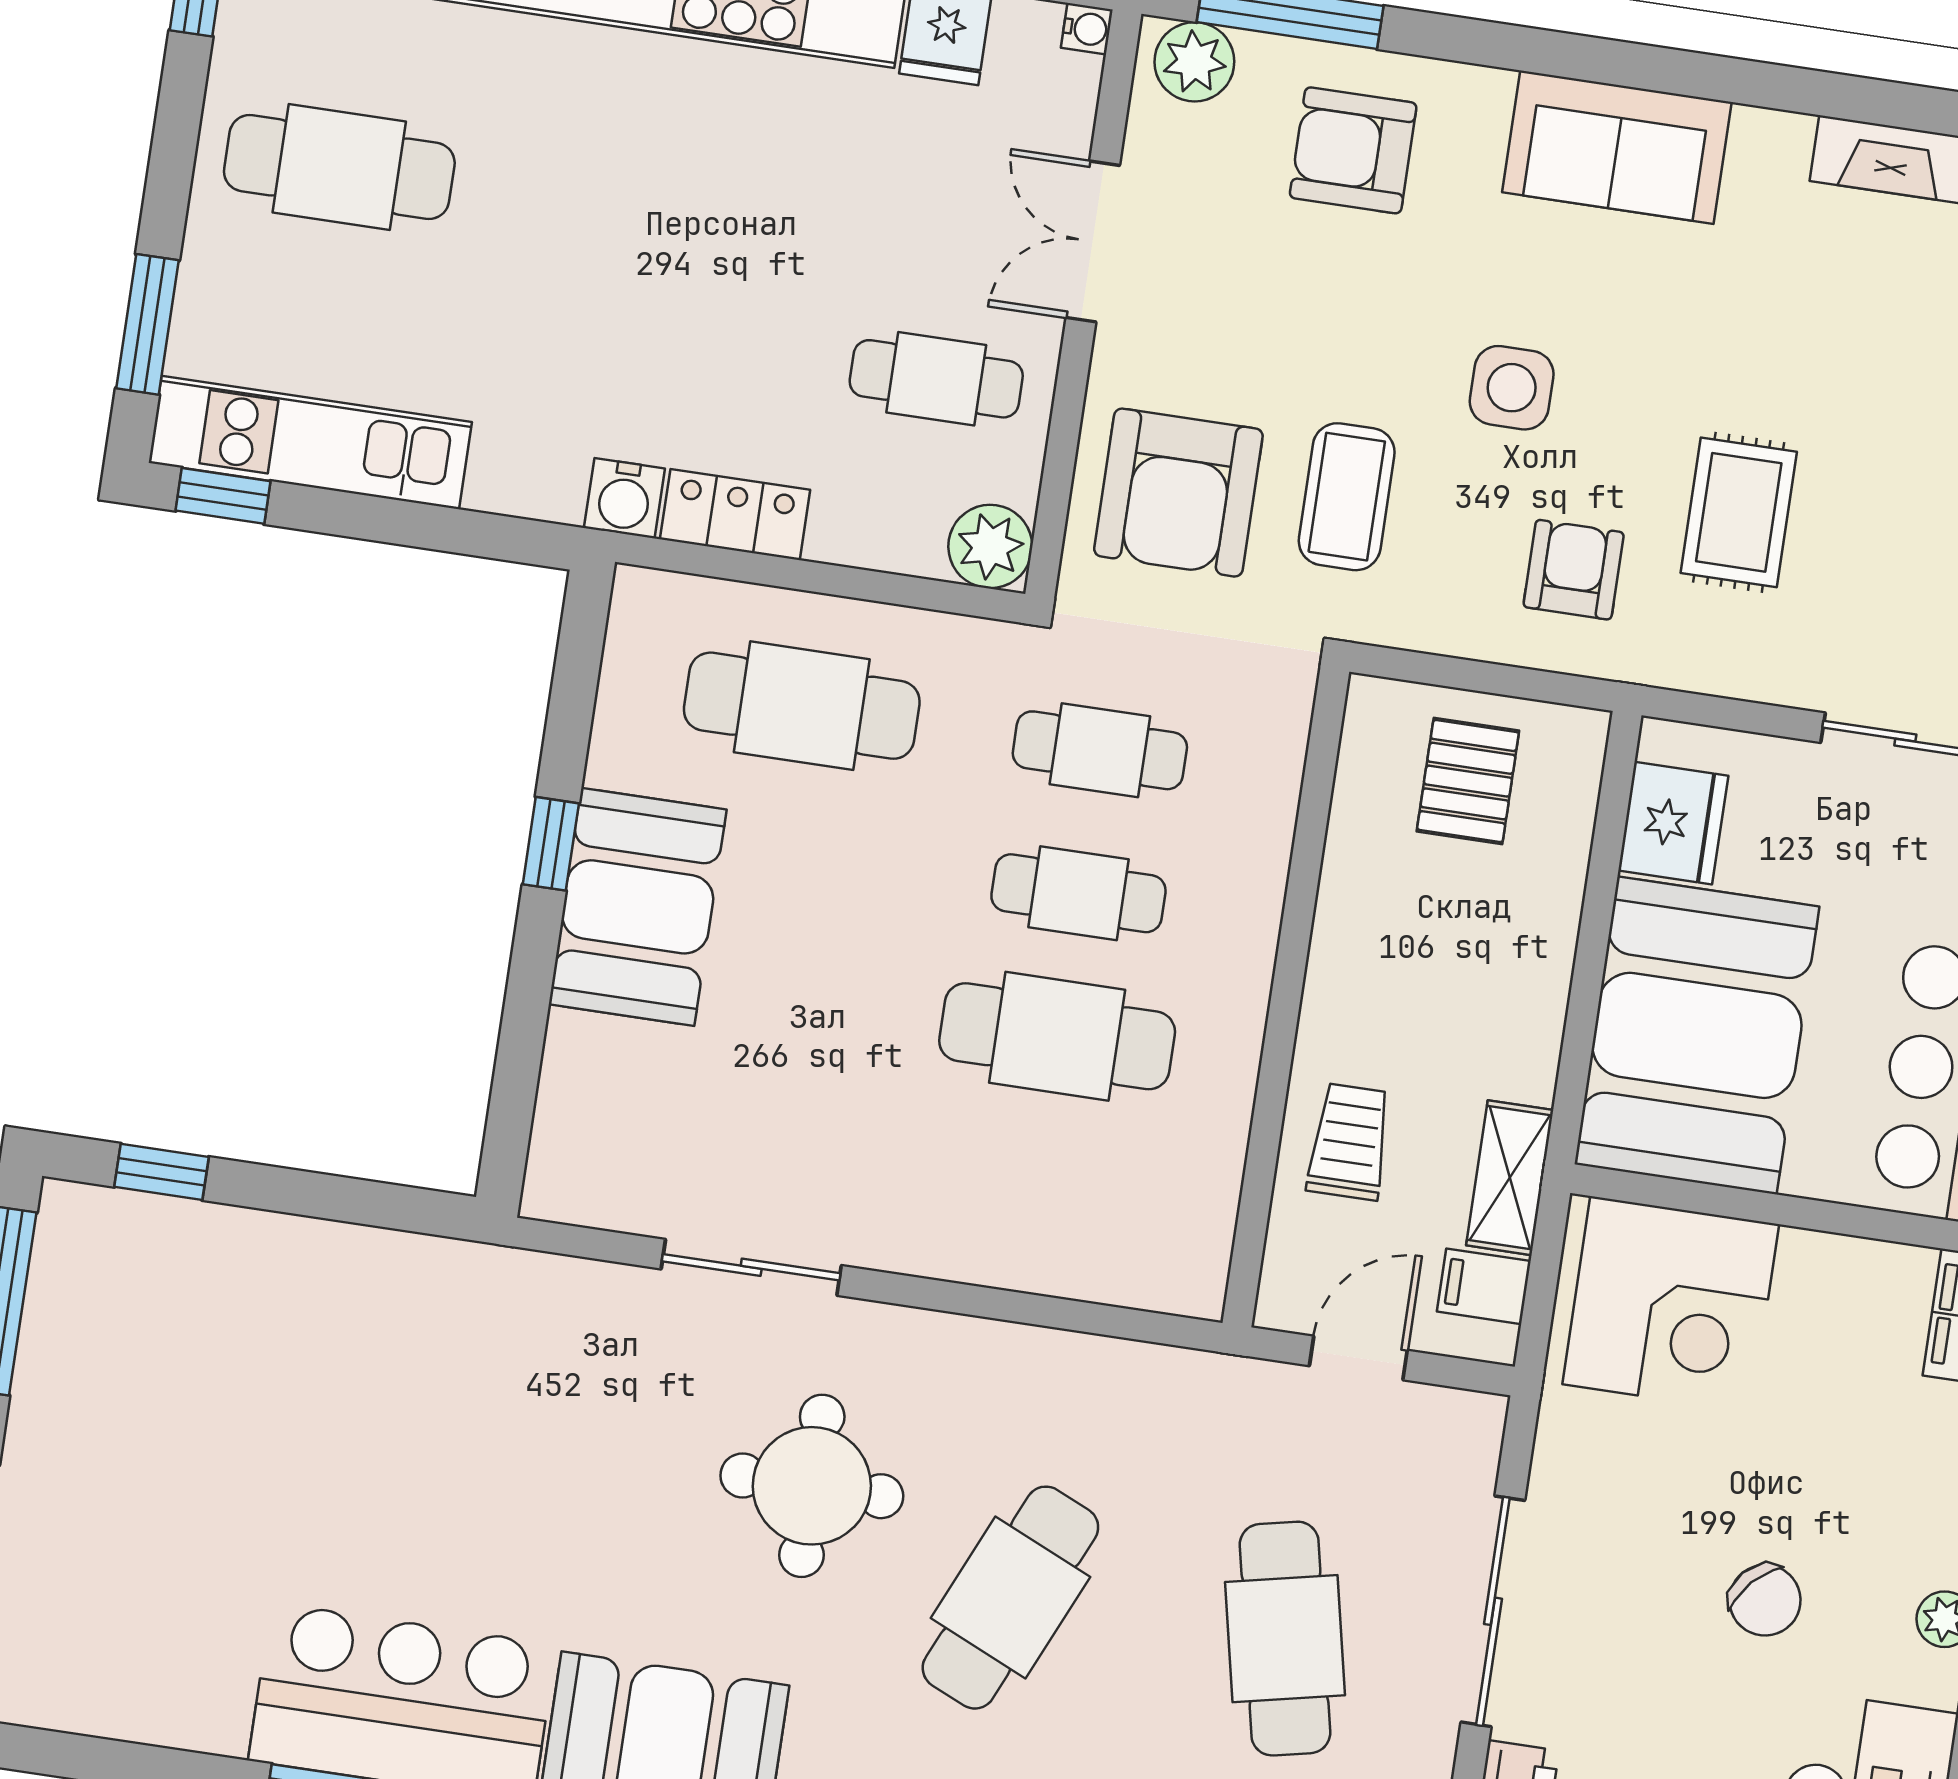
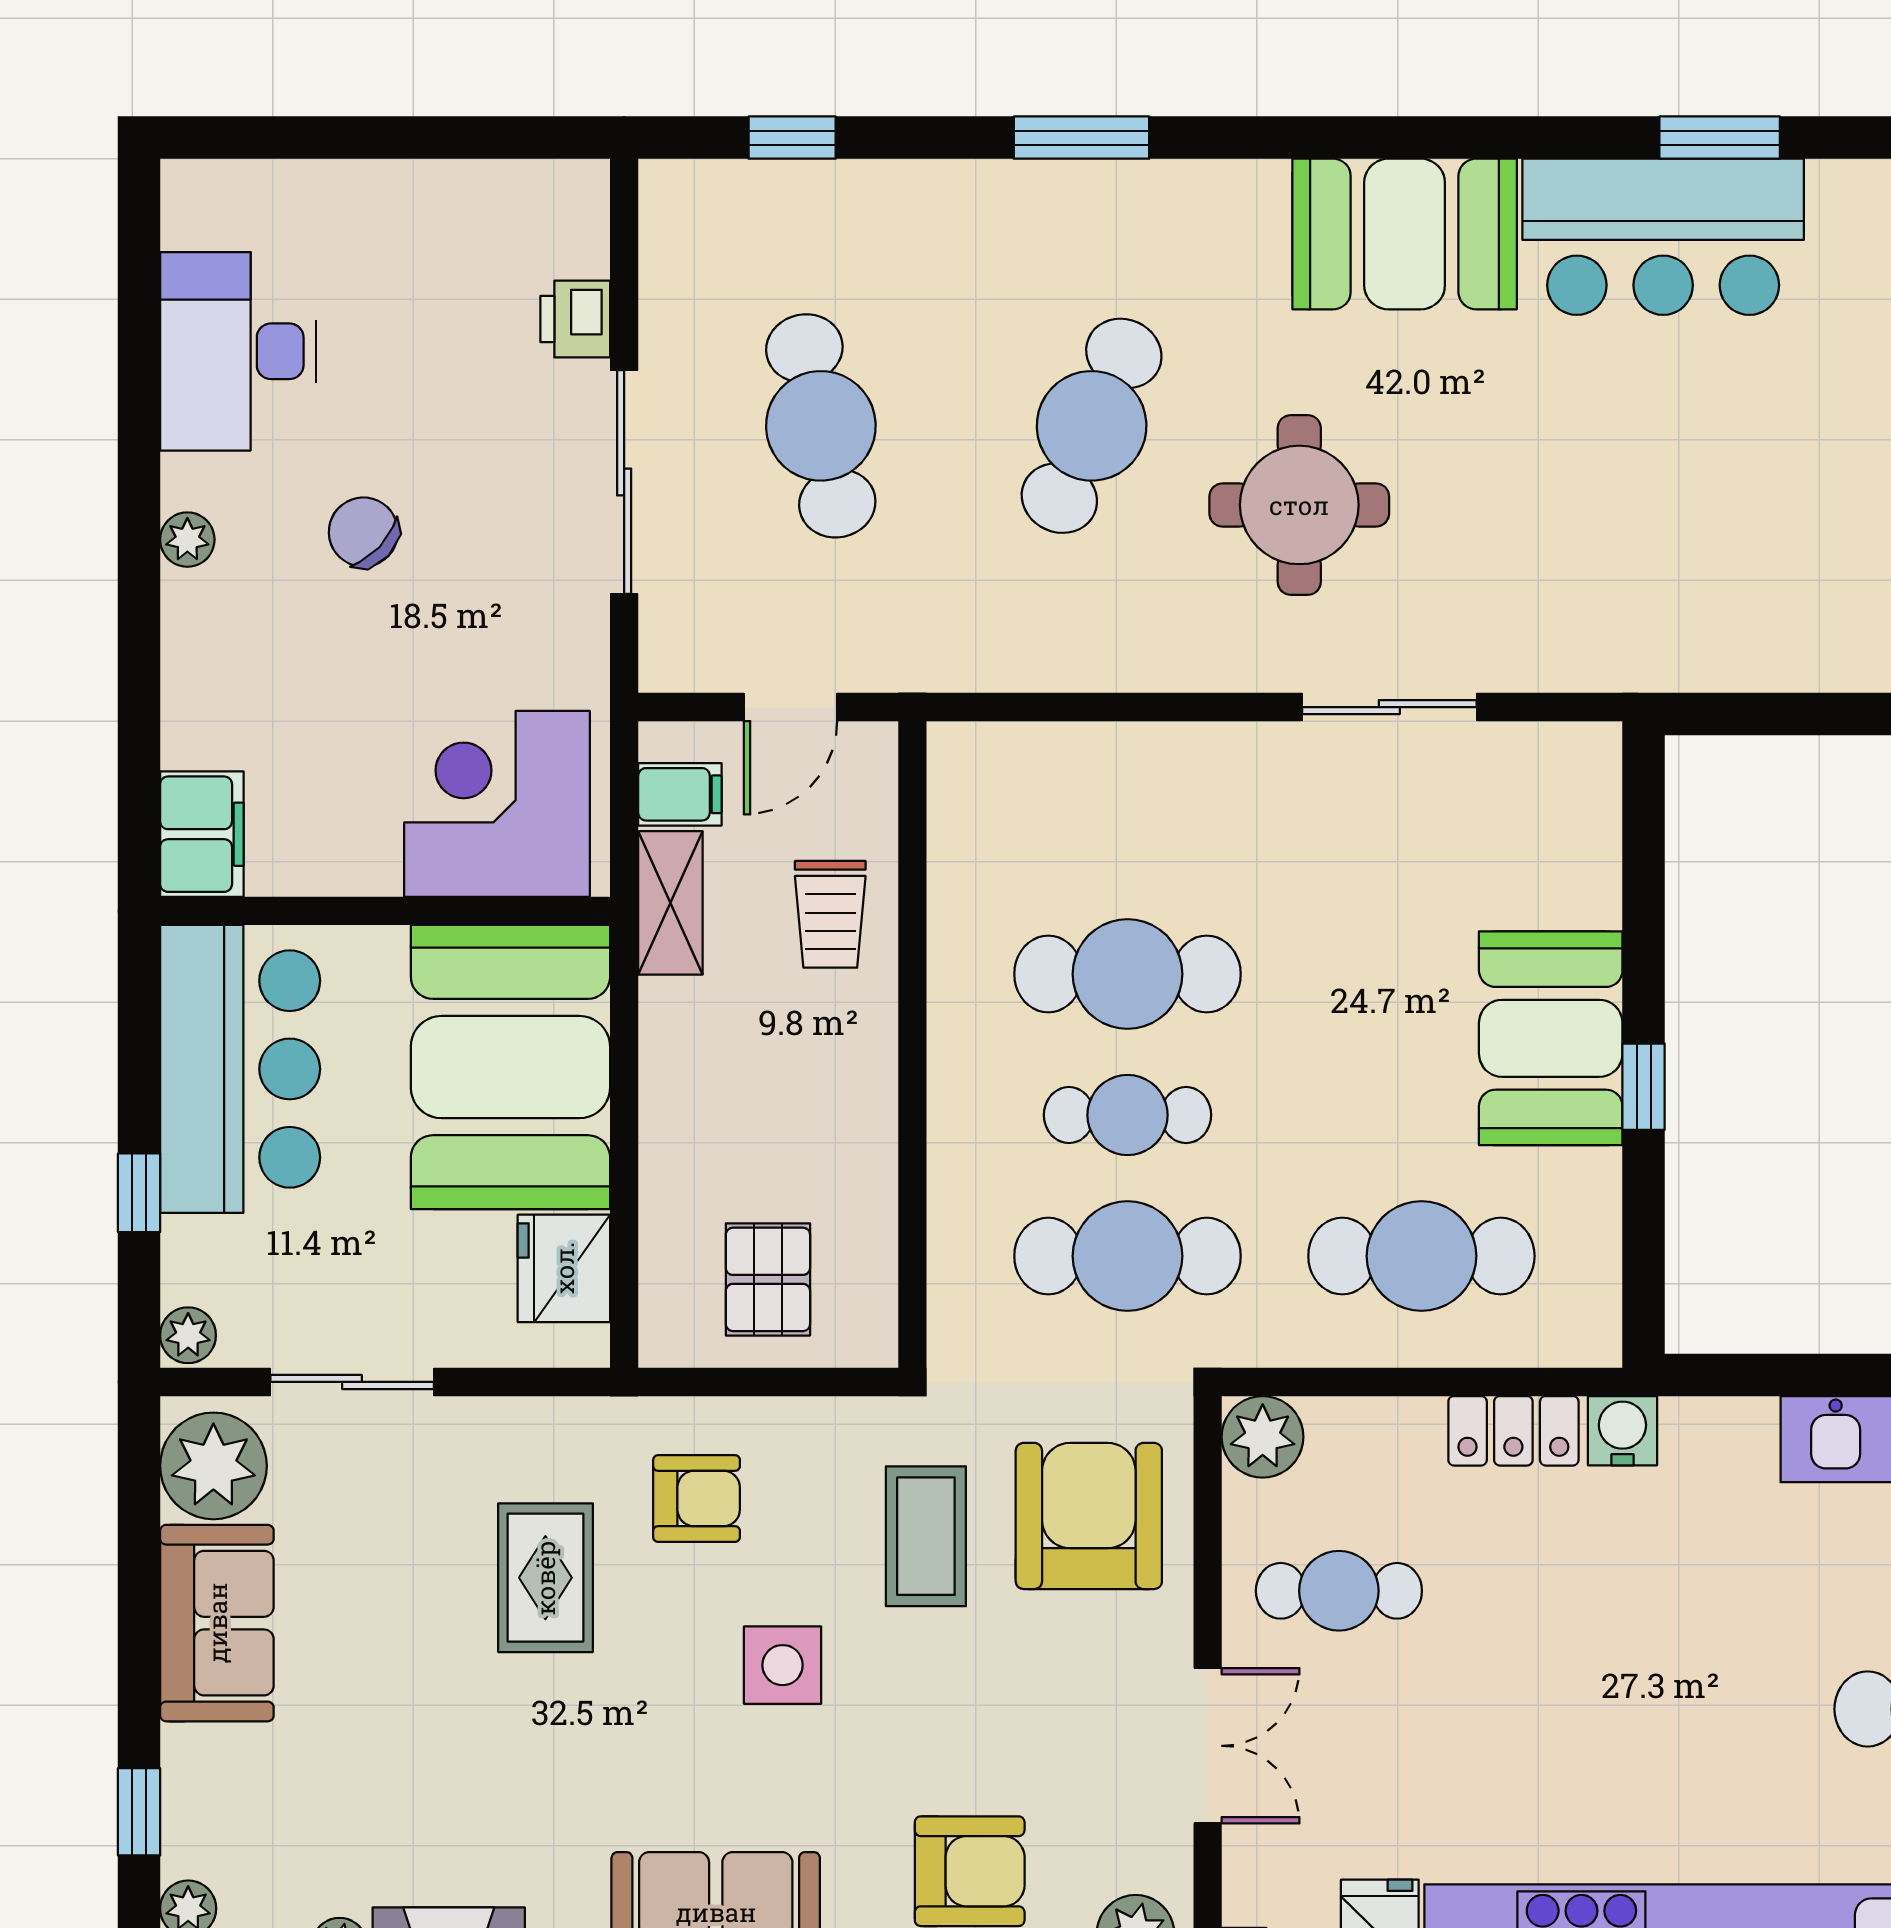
armchair: (1574, 570) -> (697, 1499), turned -90
cafe table: (1100, 750) -> (1127, 1256), width x1.37, depth x1.35

